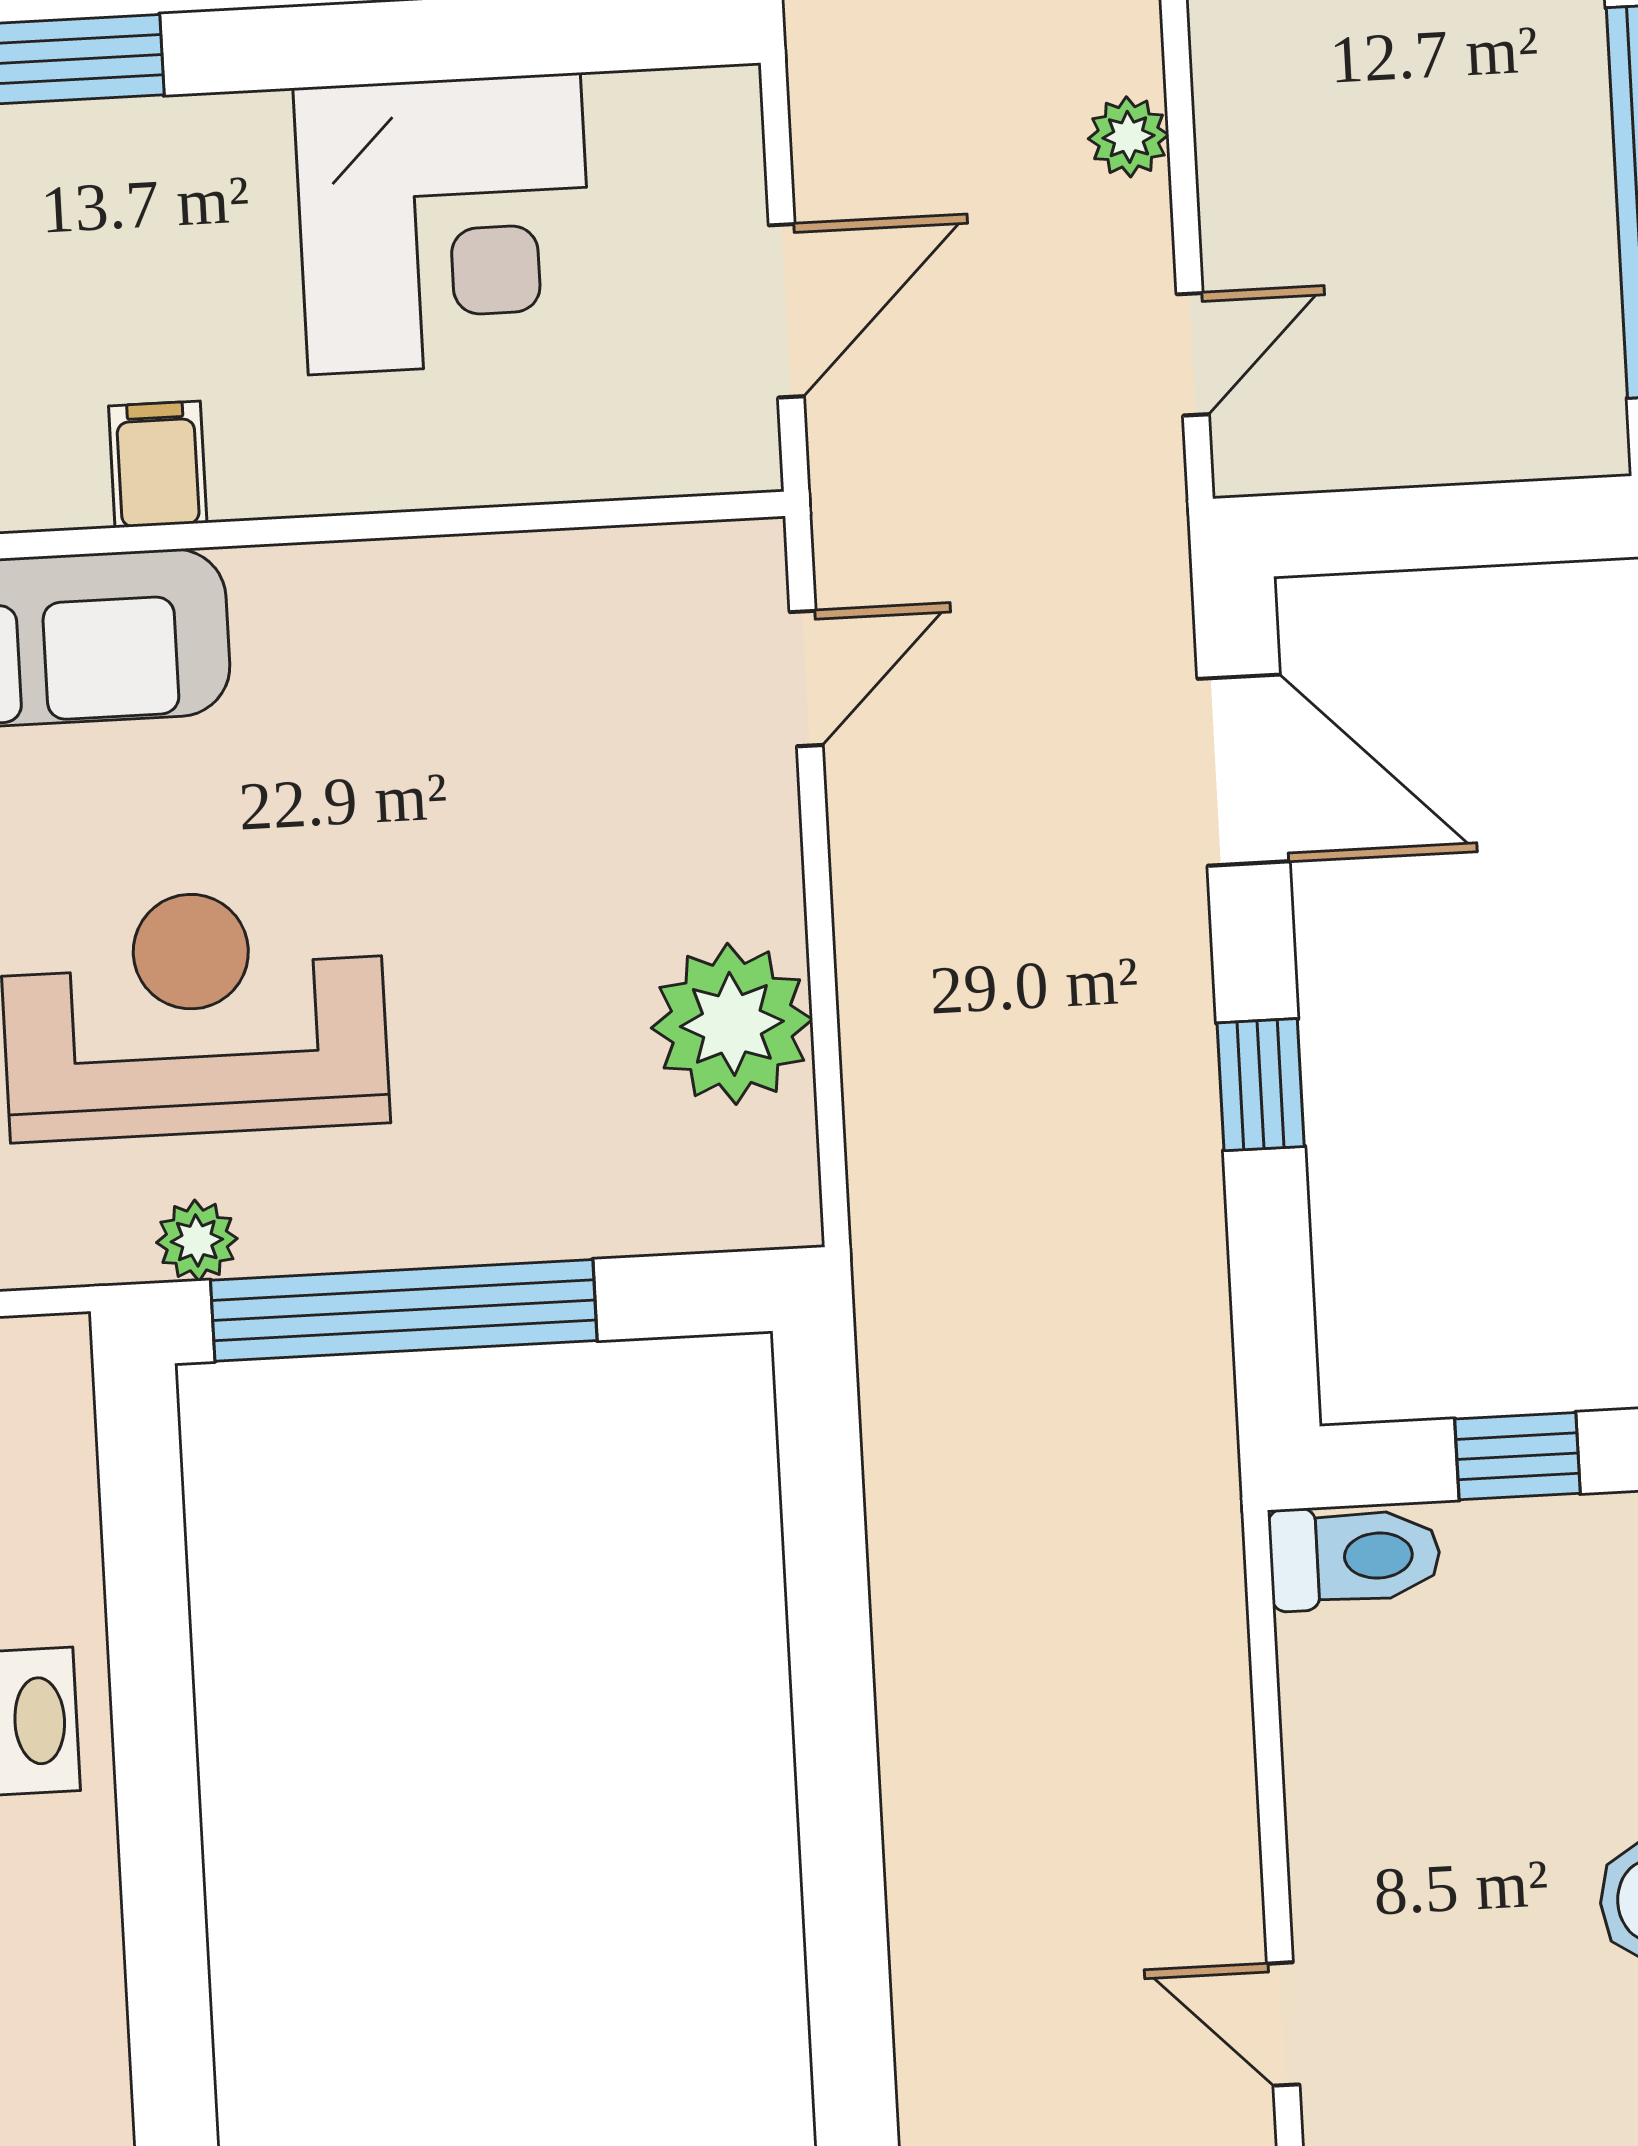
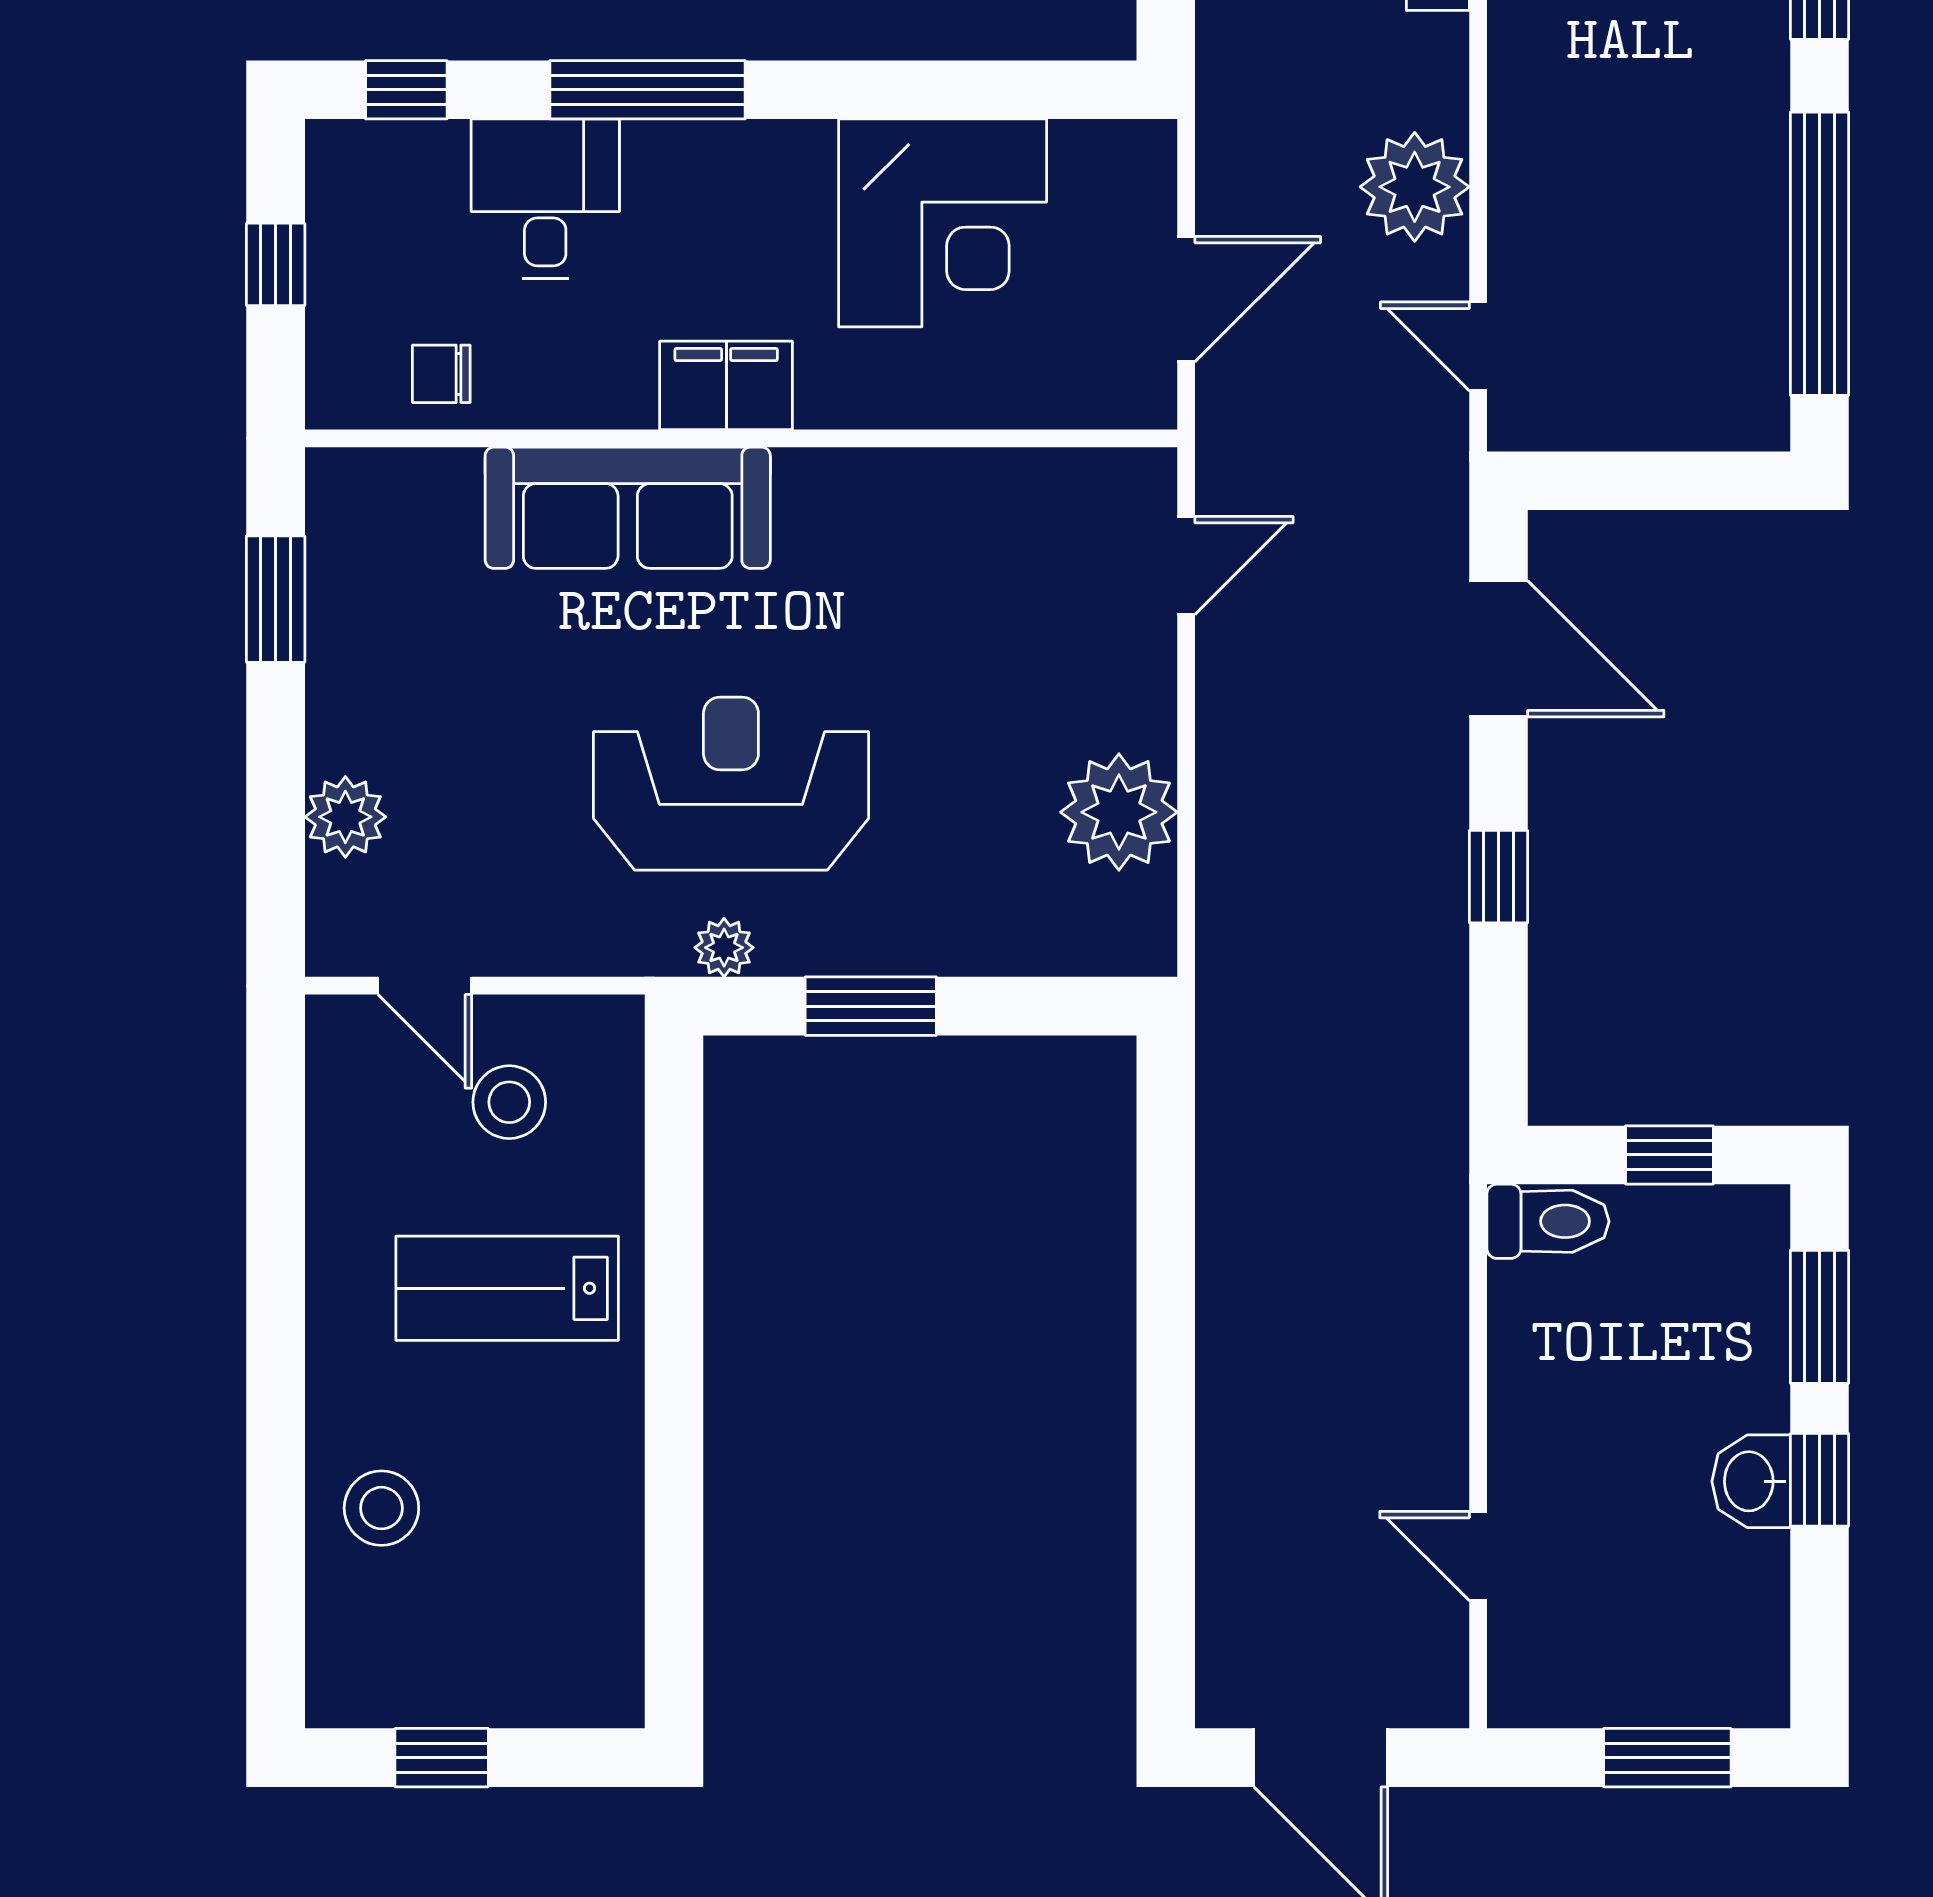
plant: (1128, 137) -> (1415, 187), width x1.87, depth x1.87
door: (1193, 354) -> (1478, 346), swing flipped
filing cabinet: (158, 464) -> (726, 385), width x2.00
window: (404, 1310) -> (871, 1006), width x0.47

